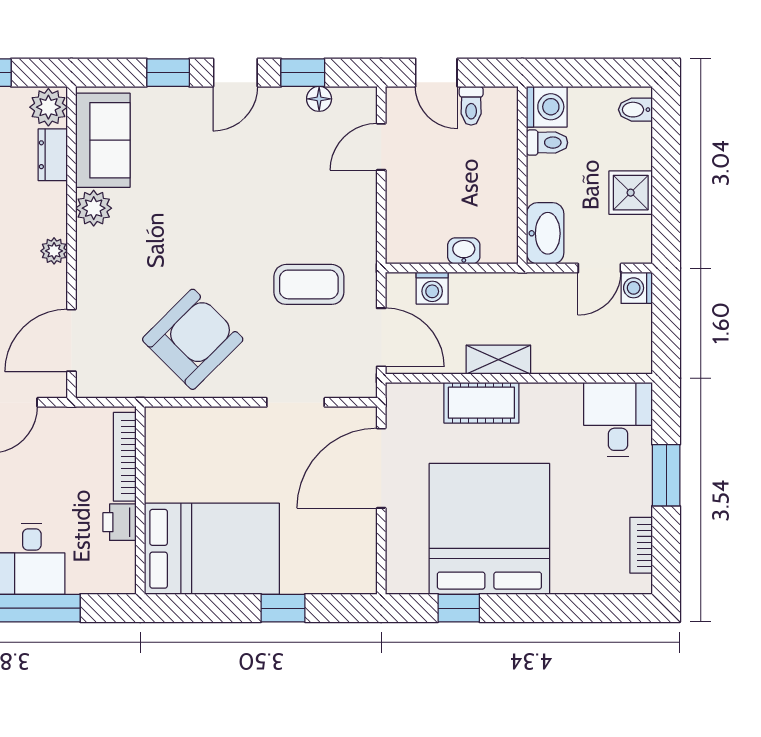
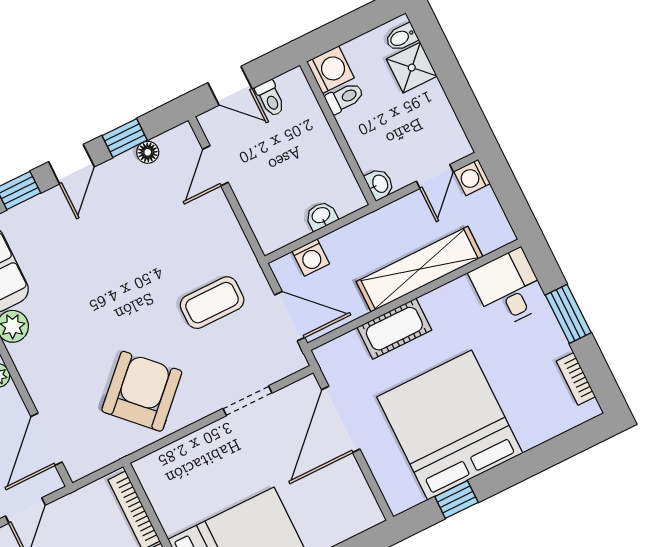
shower: (631, 193) -> (412, 68), moved
washbasin: (545, 233) -> (380, 184), width x0.52, depth x0.69
shelving: (498, 360) -> (419, 269), width x2.20, depth x1.33

